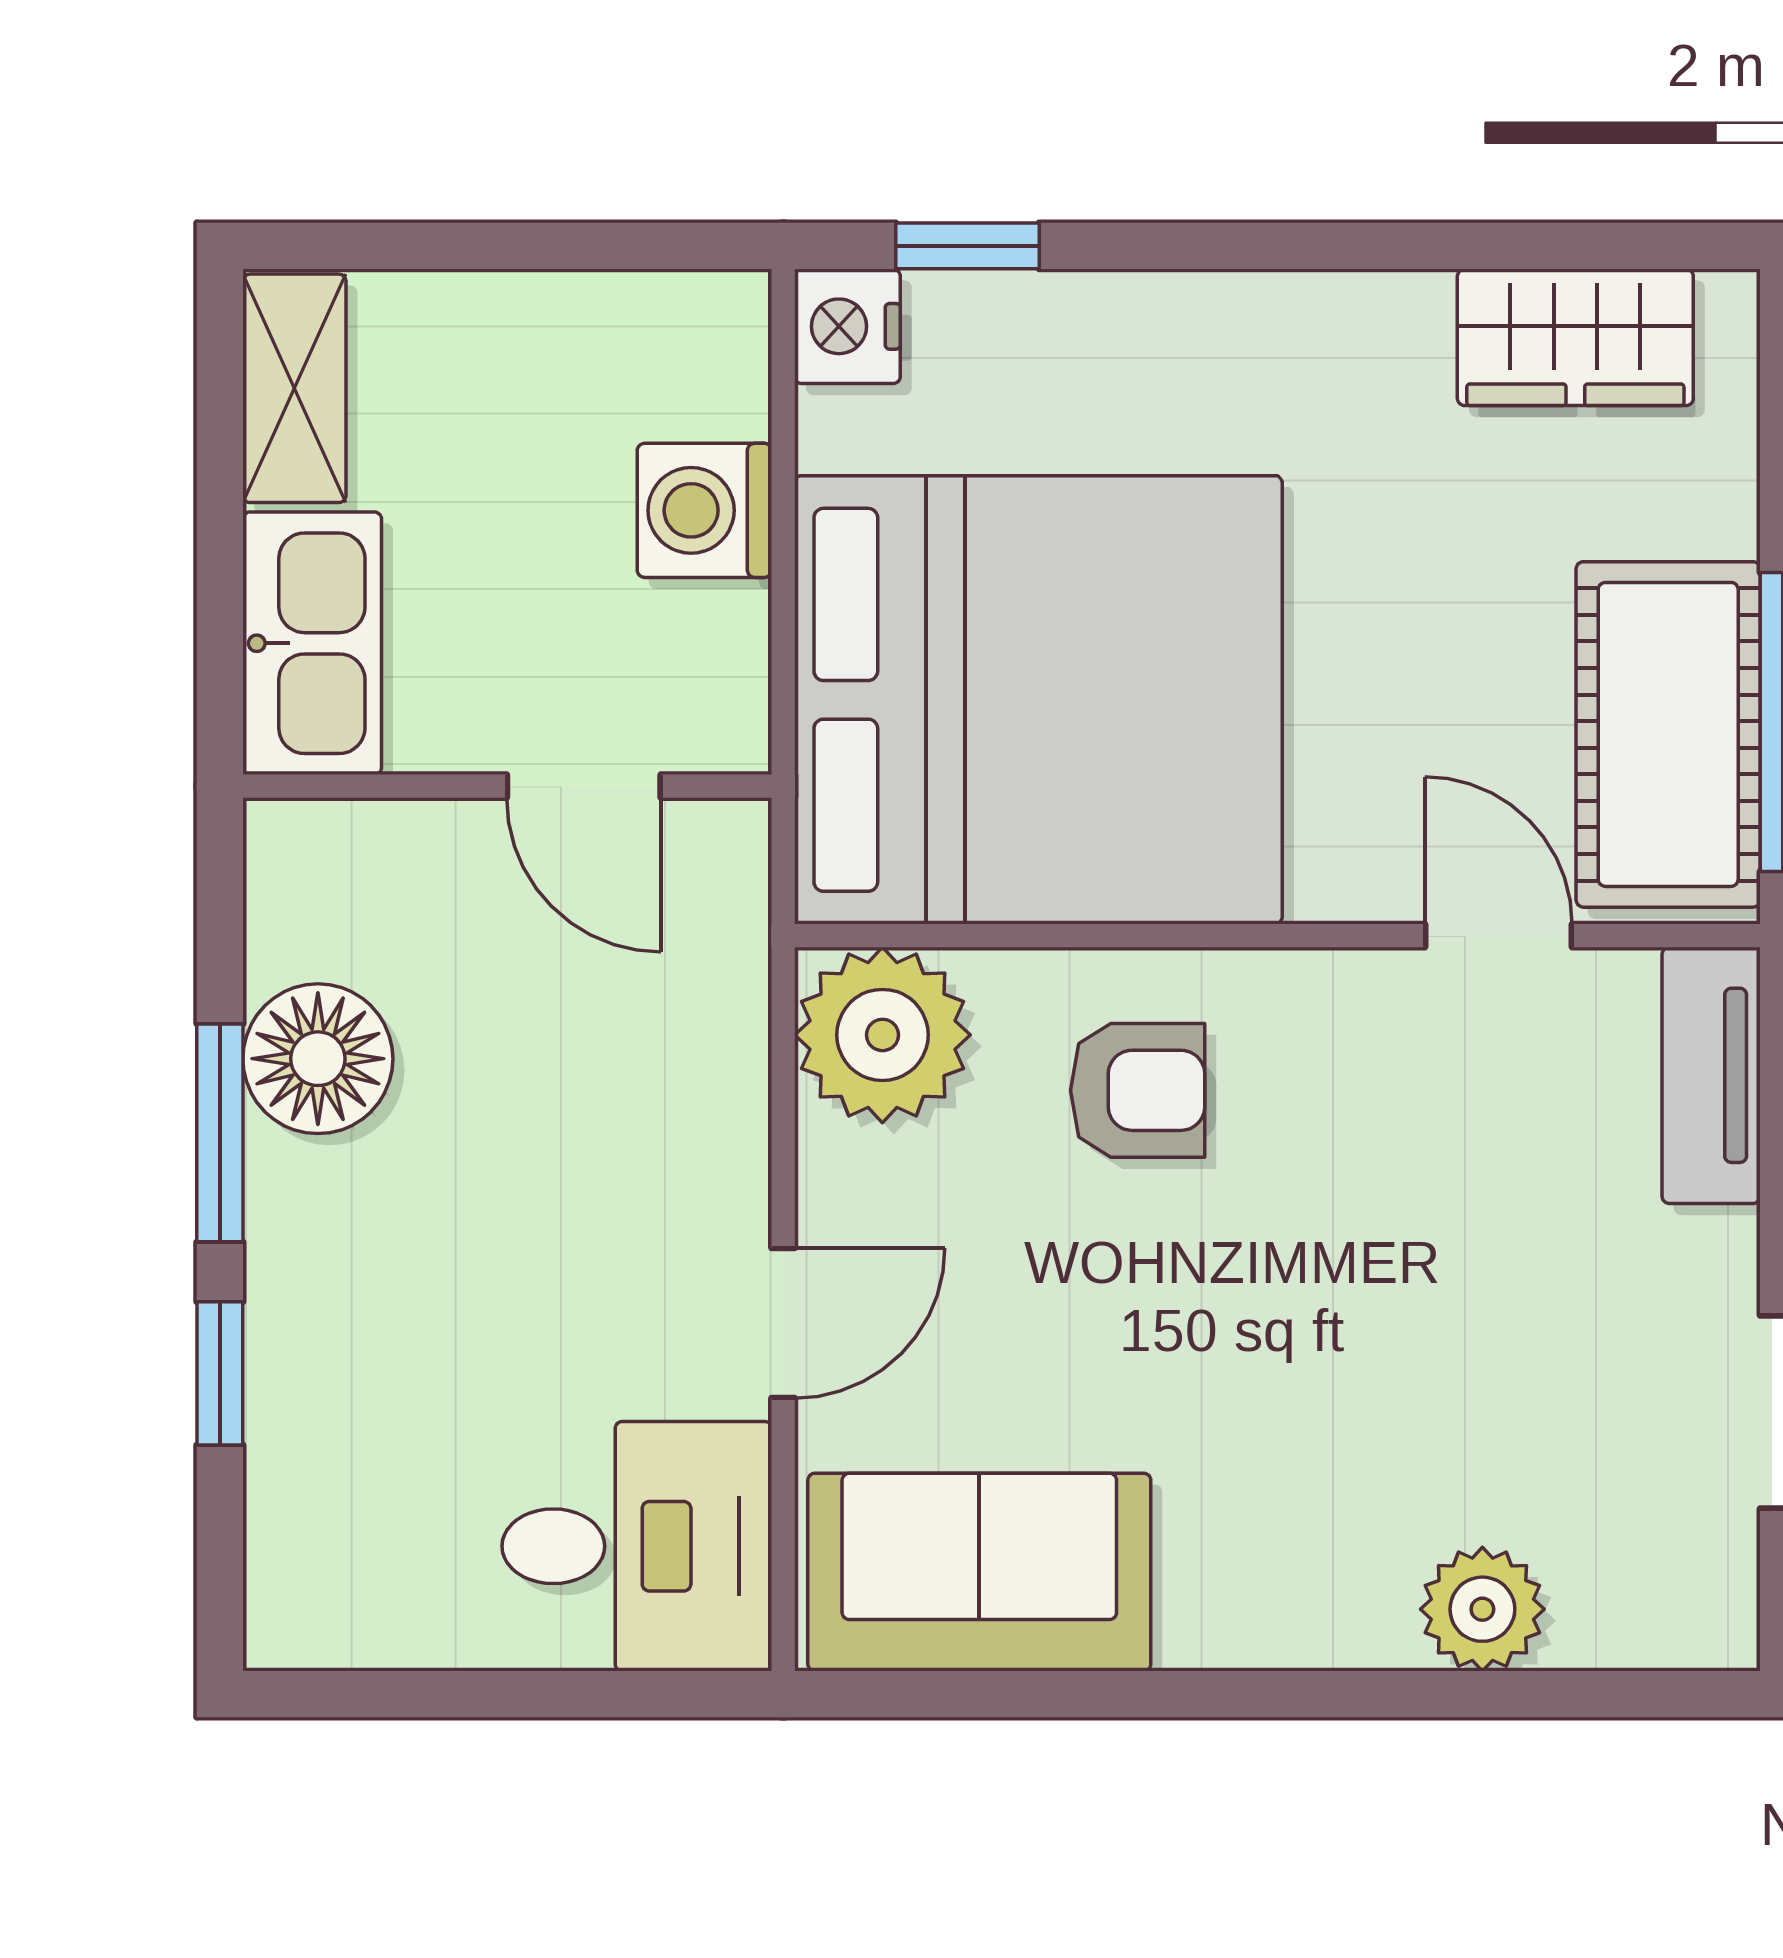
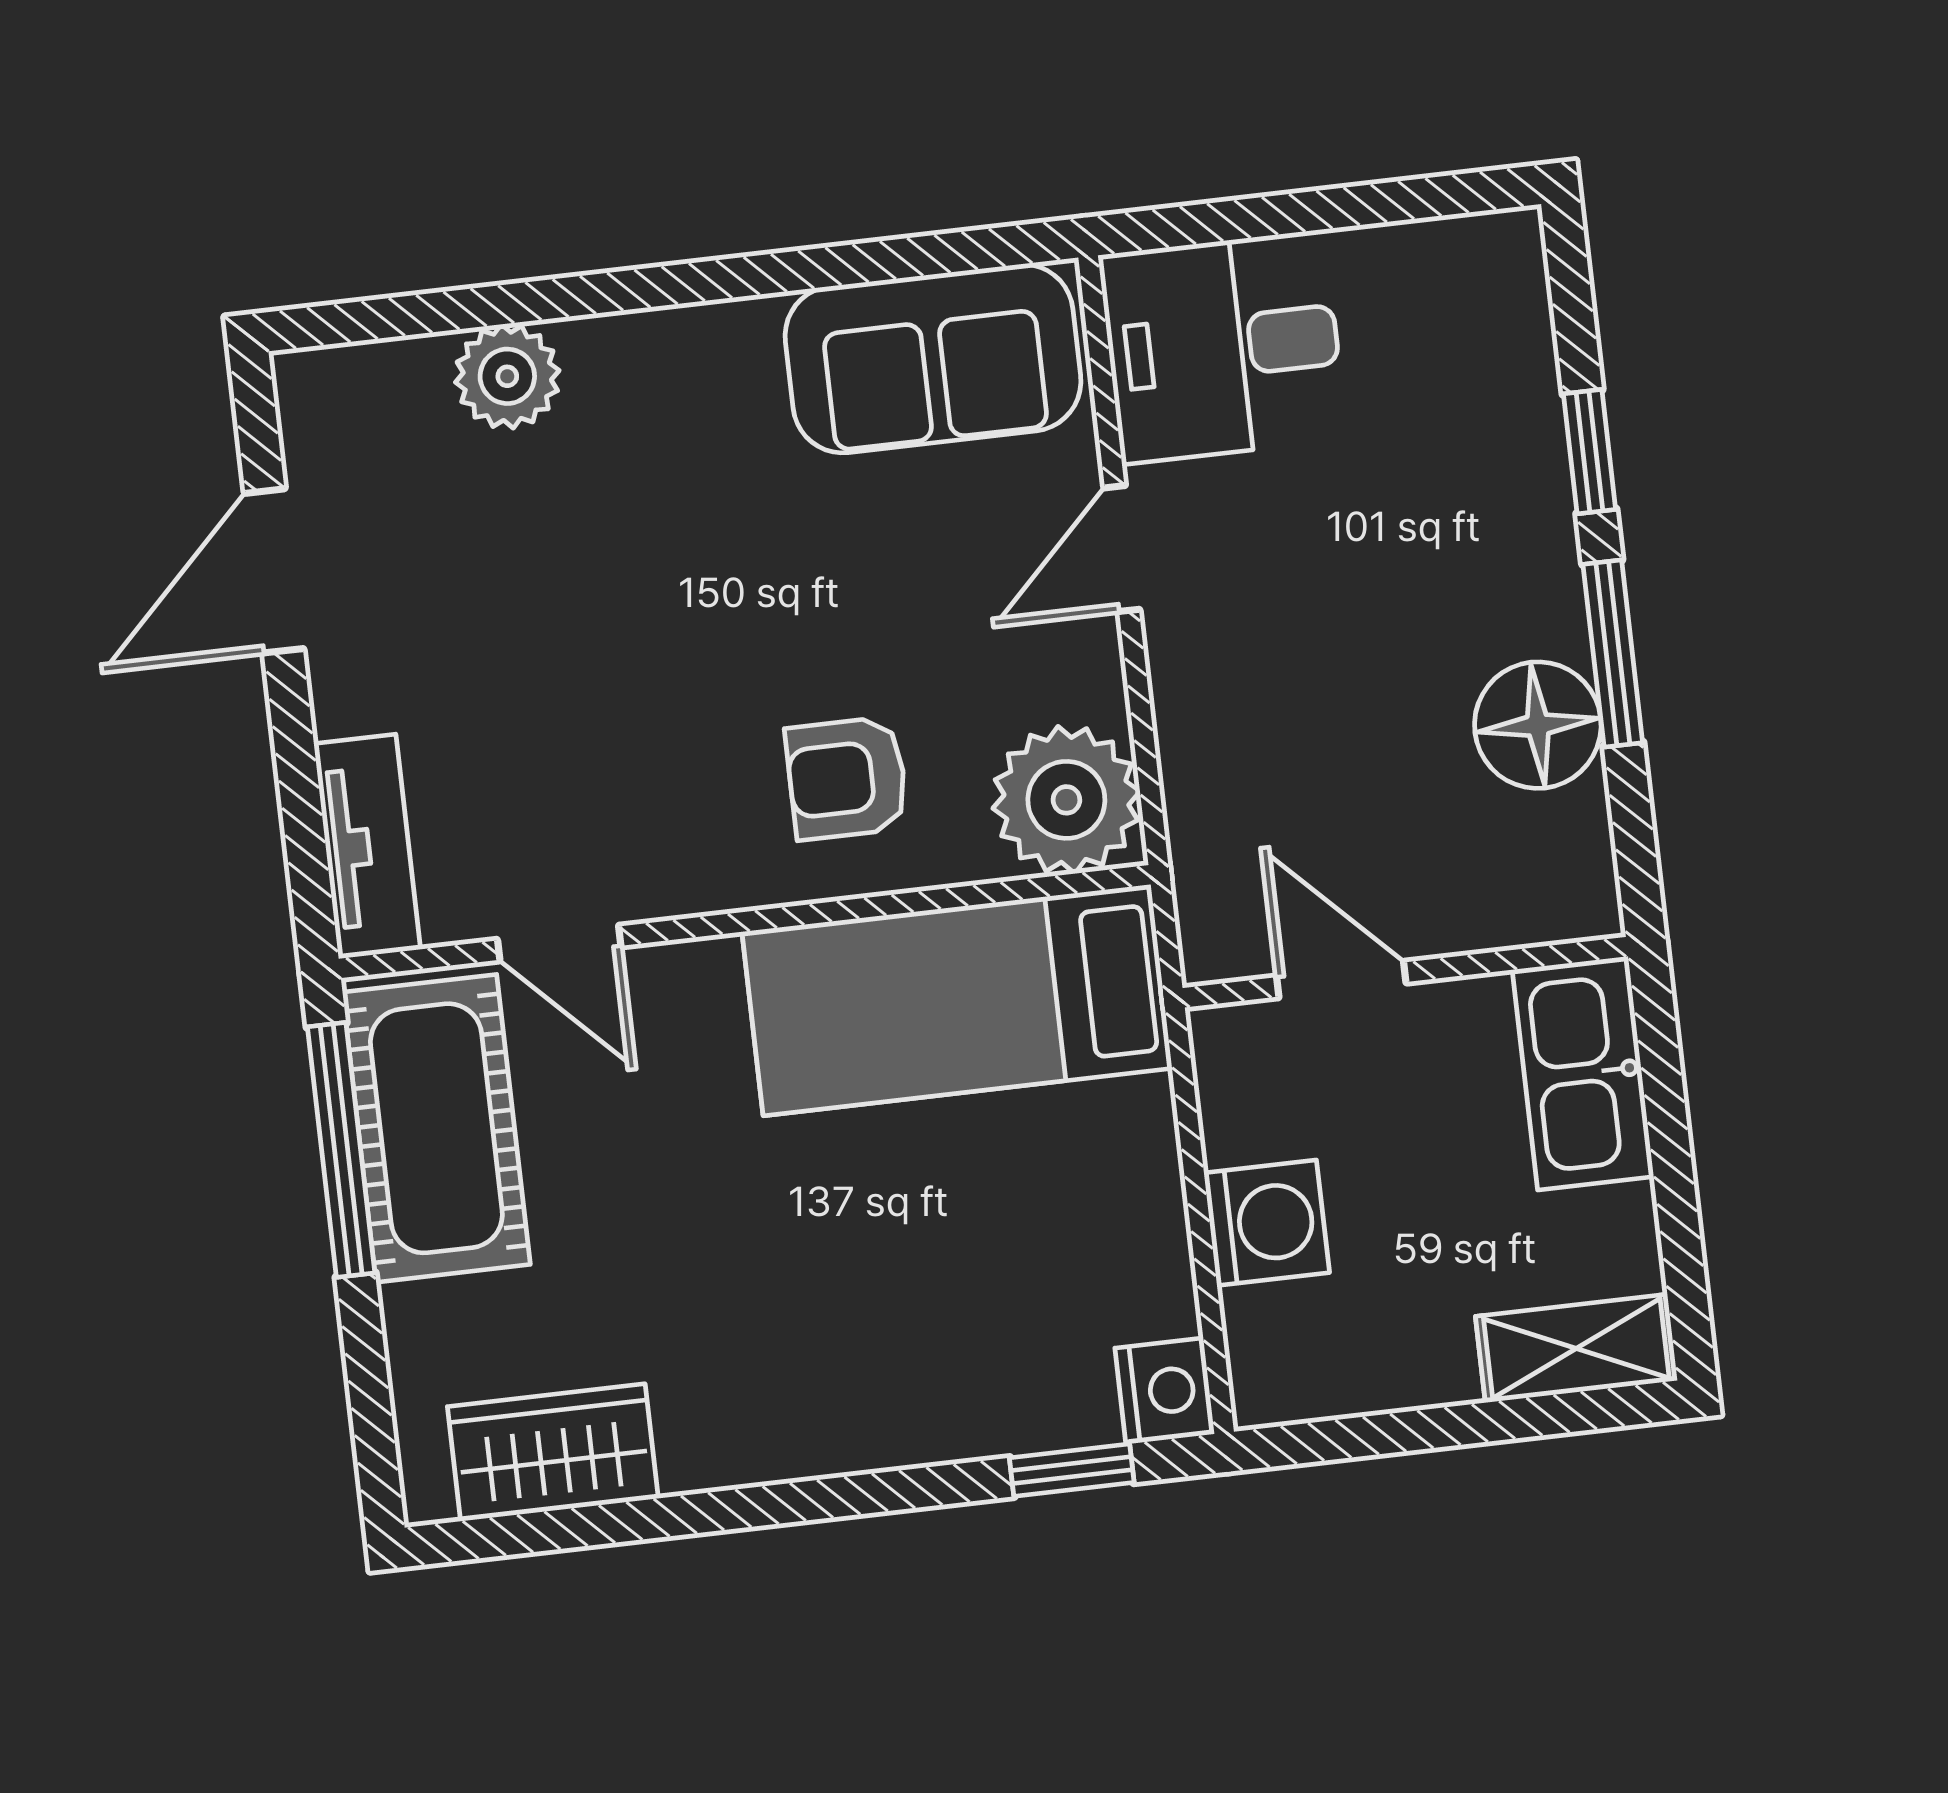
shelving: (294, 388) -> (1576, 1348), moved, turned 90
bed: (1038, 700) -> (957, 1000), width x0.49

